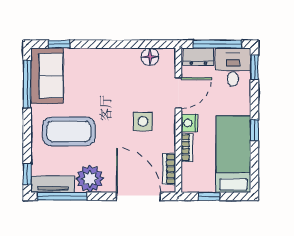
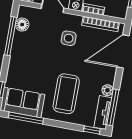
window: (132, 44) -> (10, 36), added
bookcase: (169, 169) -> (101, 24), width x1.56
plant: (90, 179) -> (108, 90), width x0.53, depth x0.53

